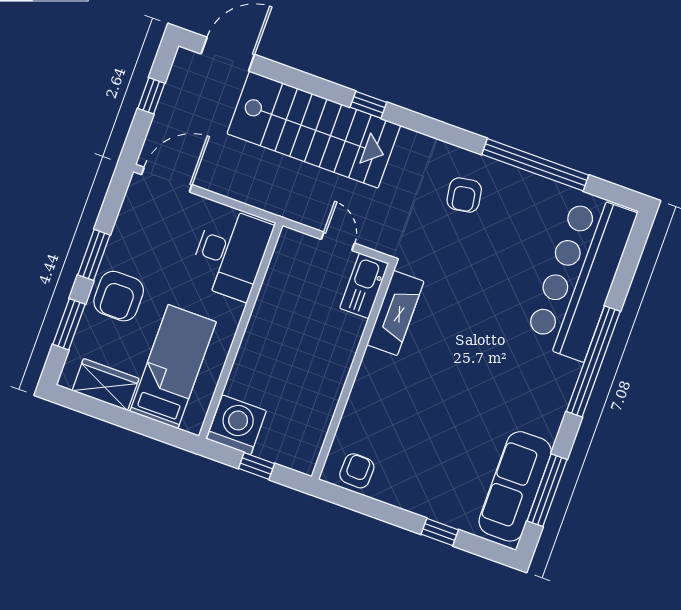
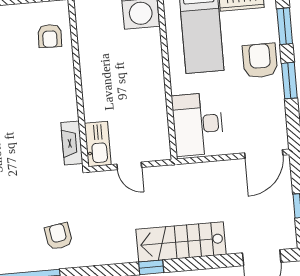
stairs: (314, 130) -> (181, 242), width x0.73, depth x0.66
fireplace: (395, 313) -> (72, 143), width x0.73, depth x0.76
armchair: (357, 471) -> (50, 36), moved

